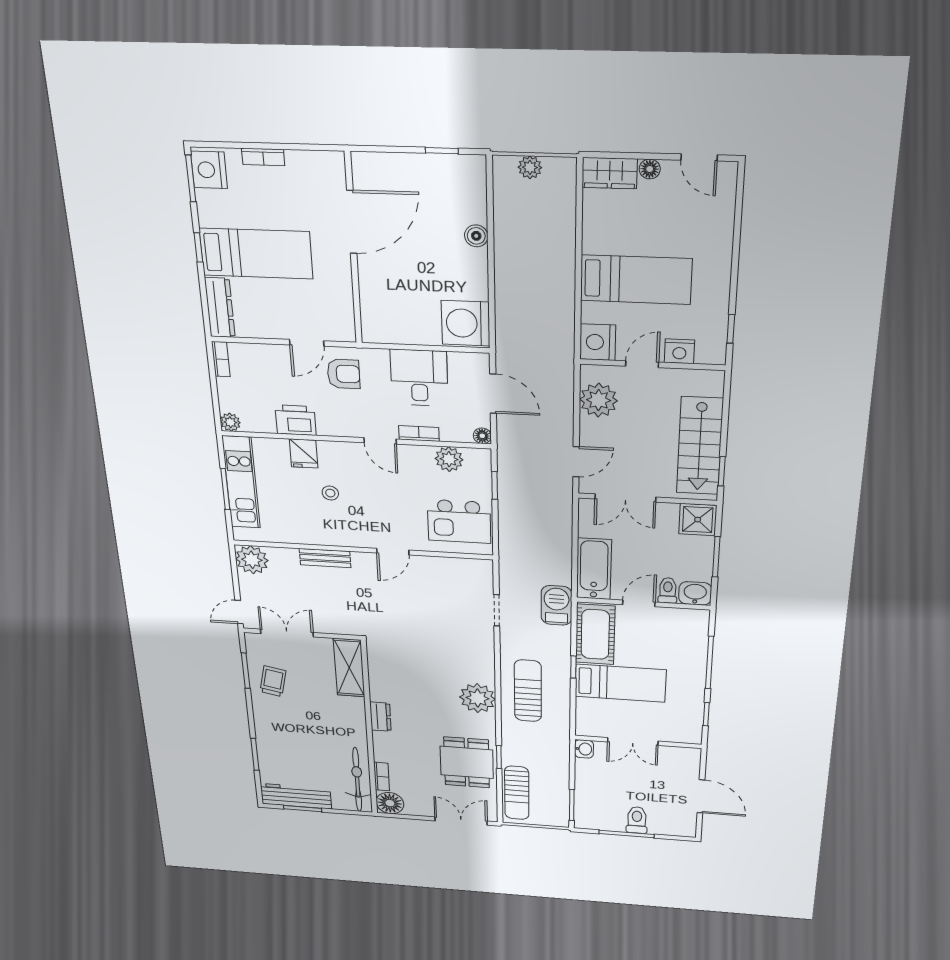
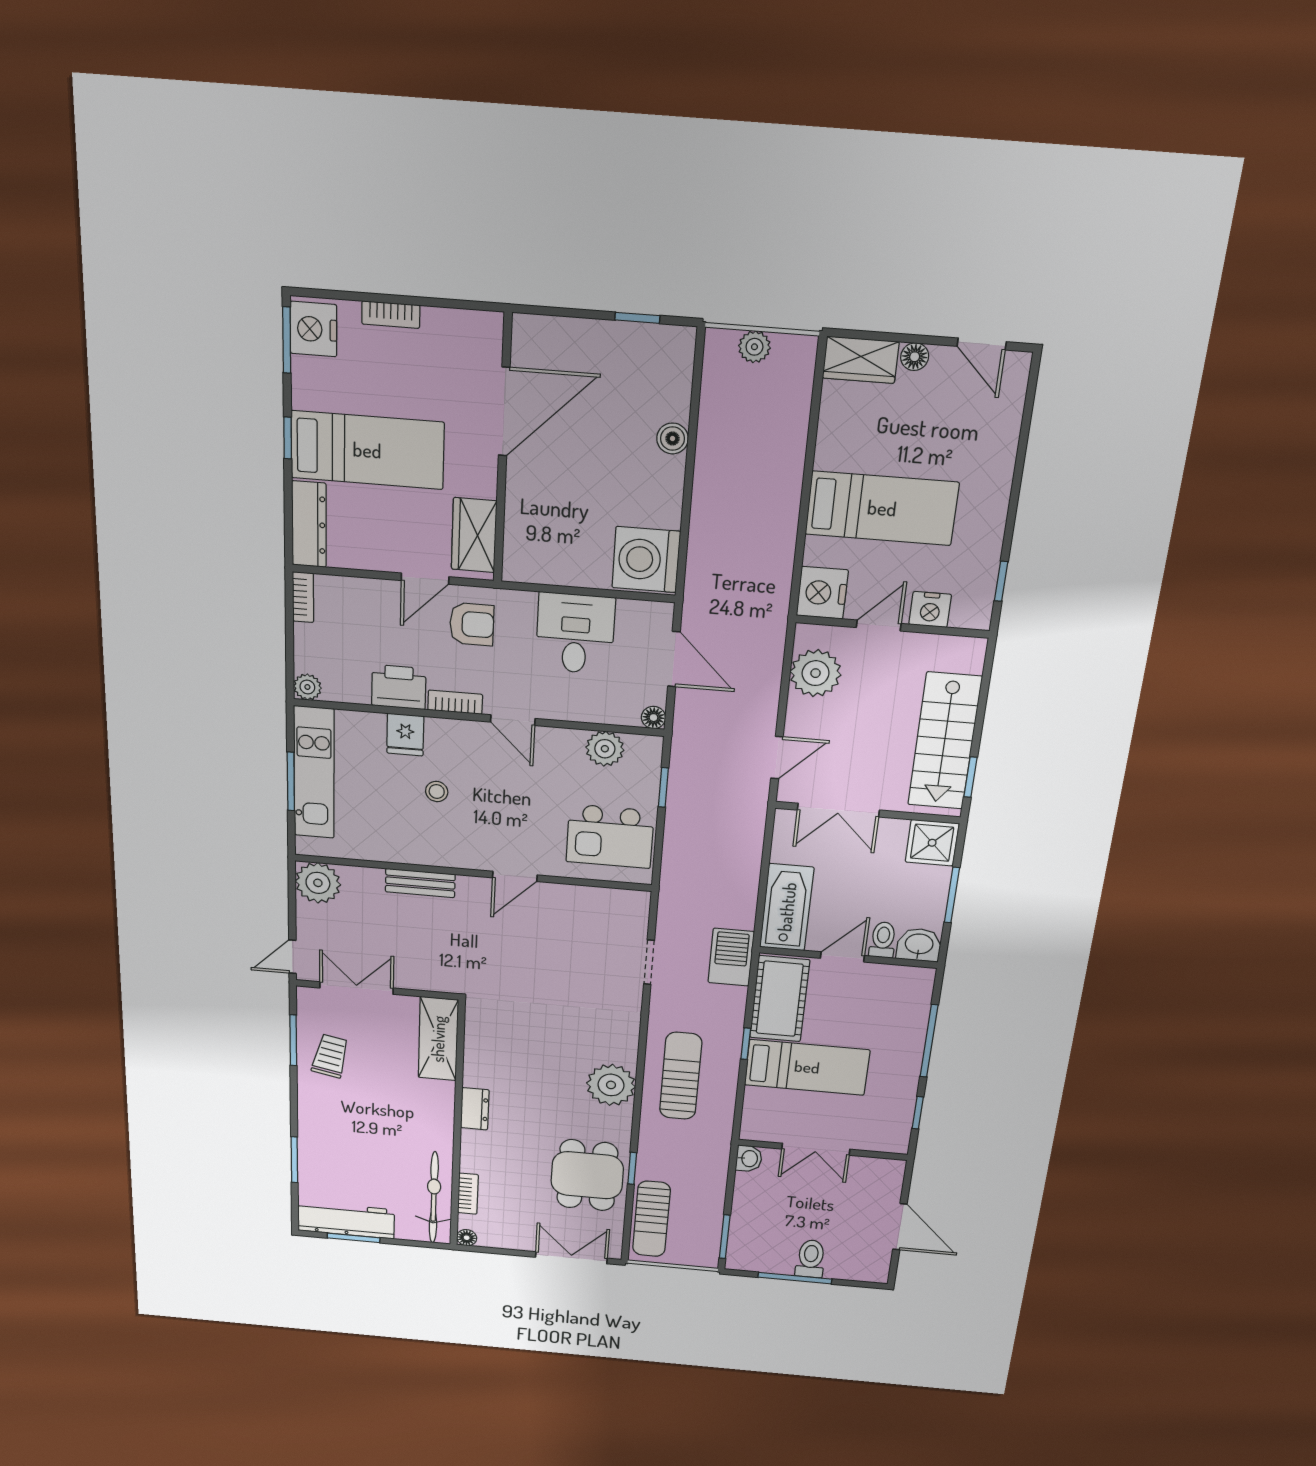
wardrobe: (339, 311) -> (474, 535), added
bookcase: (419, 433) -> (455, 702), moved
floor lamp: (390, 803) -> (467, 1238), width x0.53, depth x0.53

